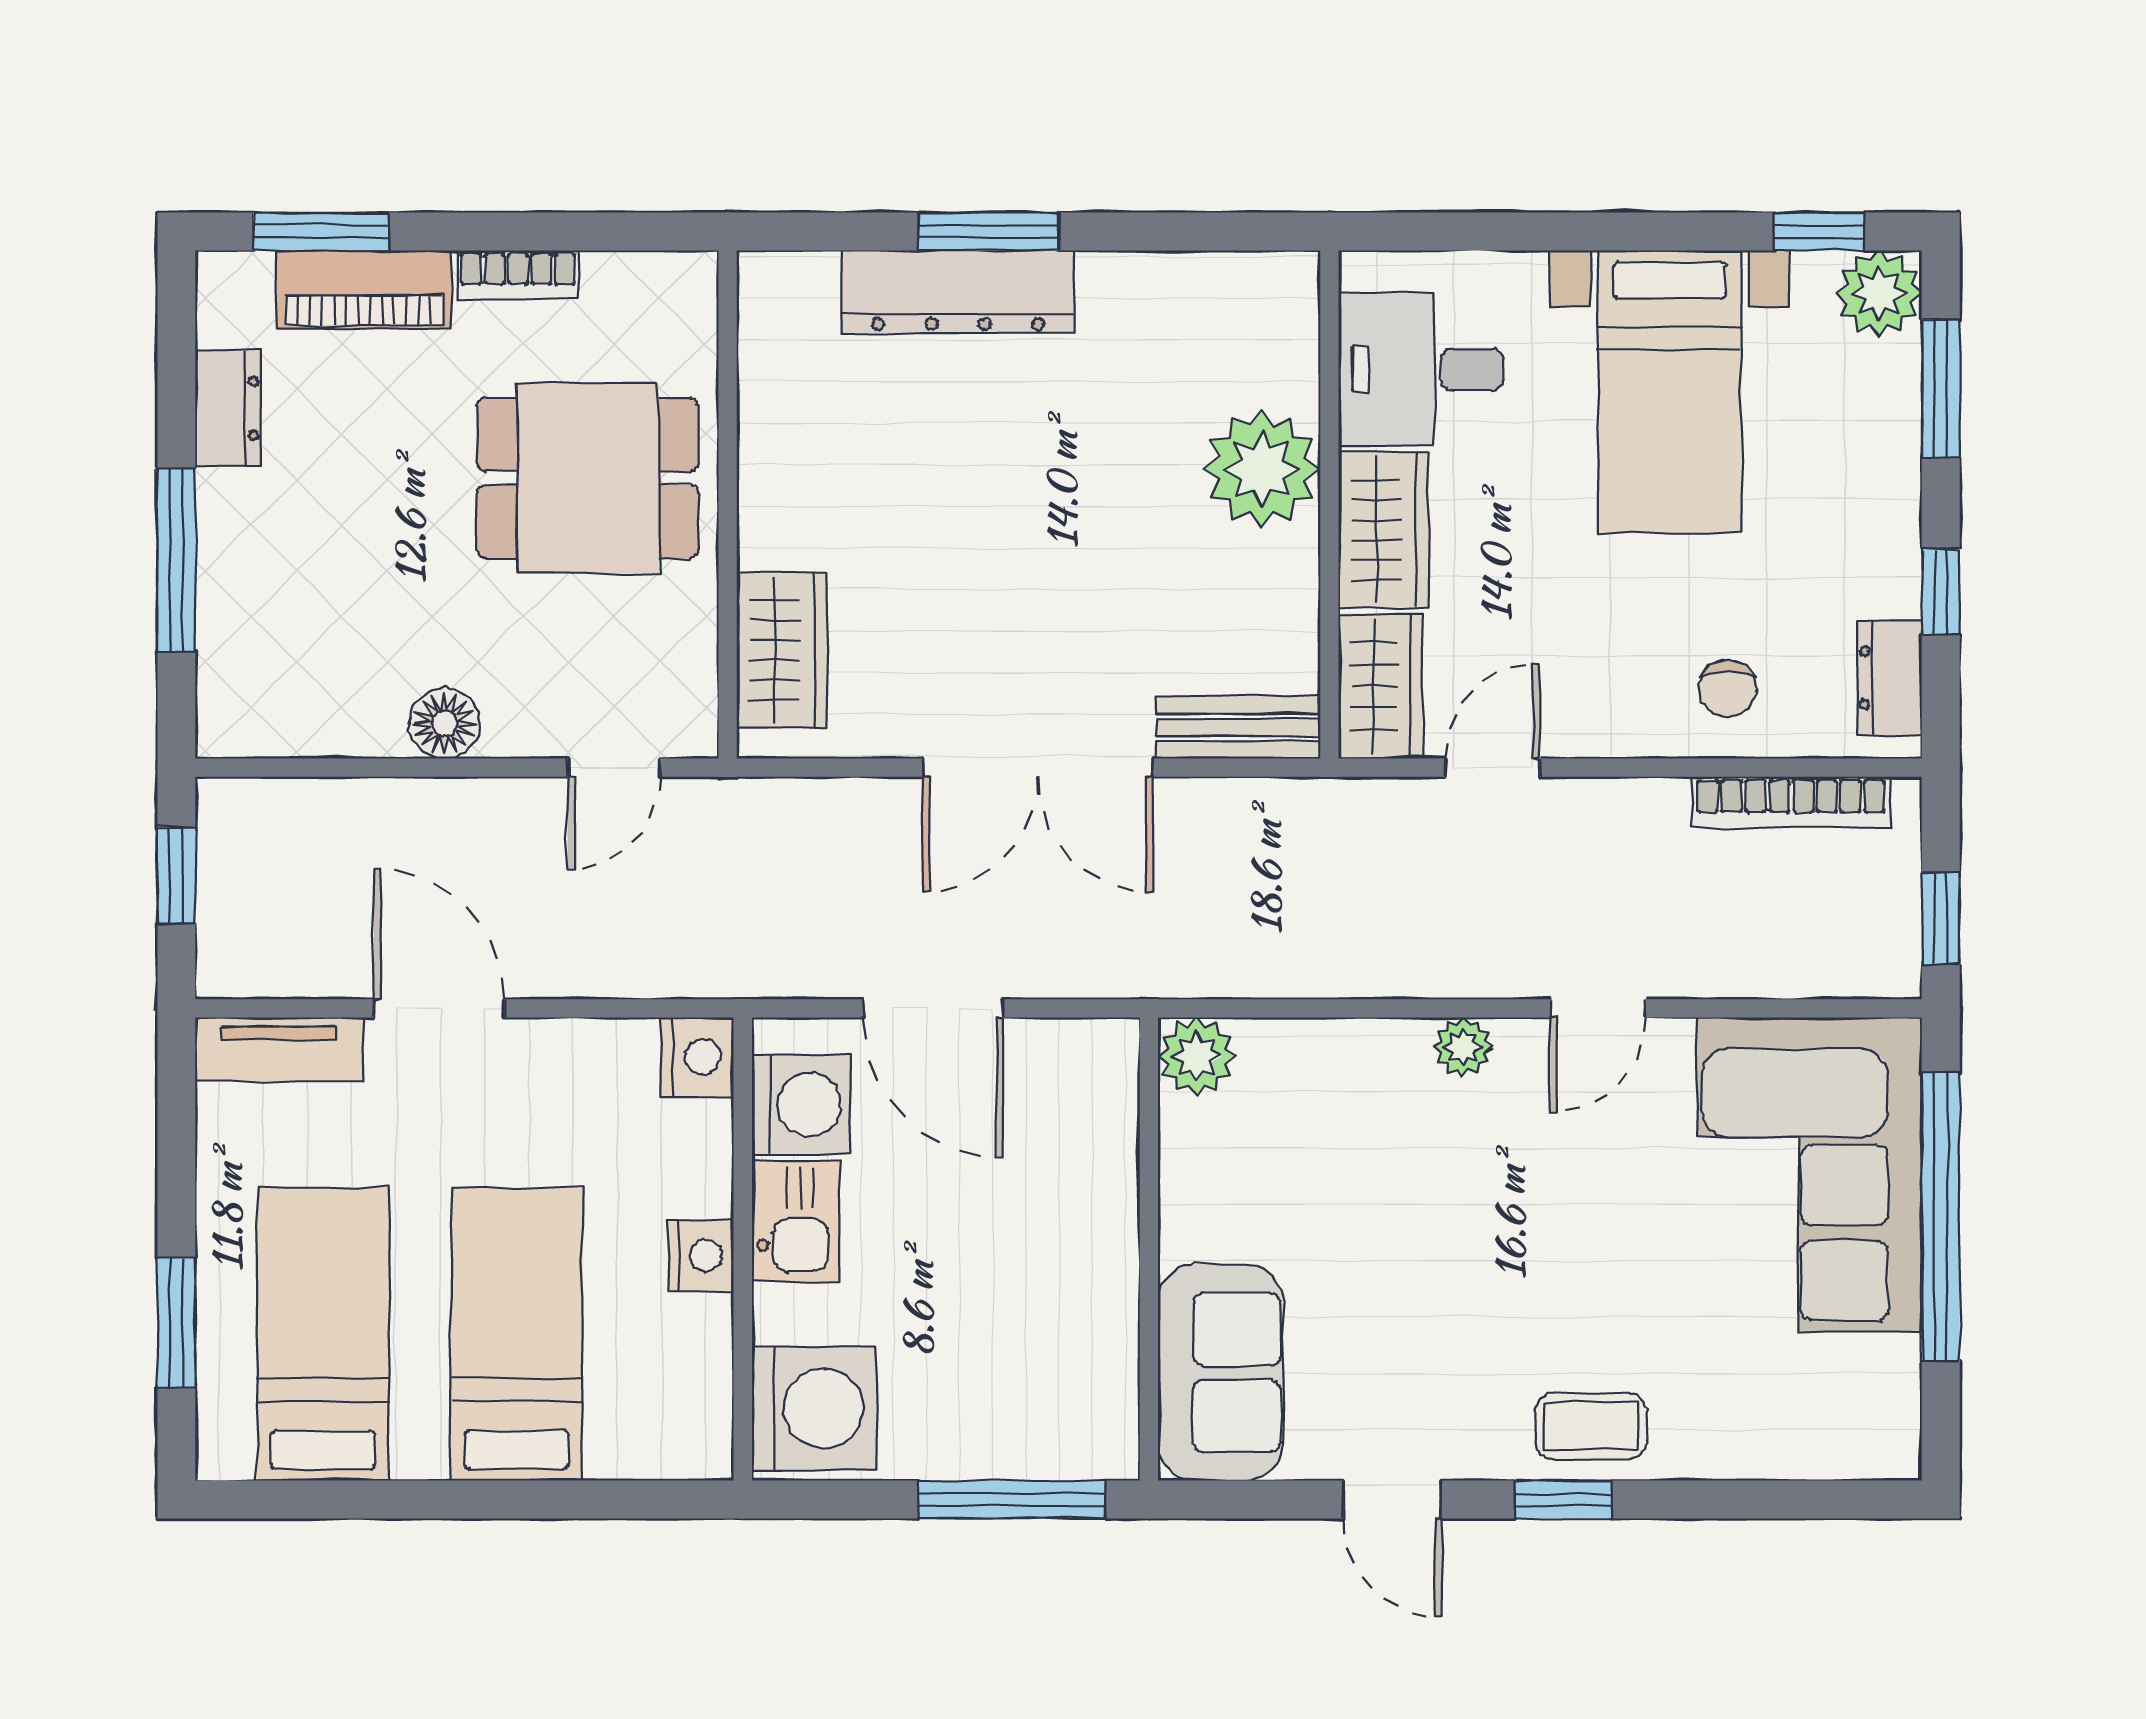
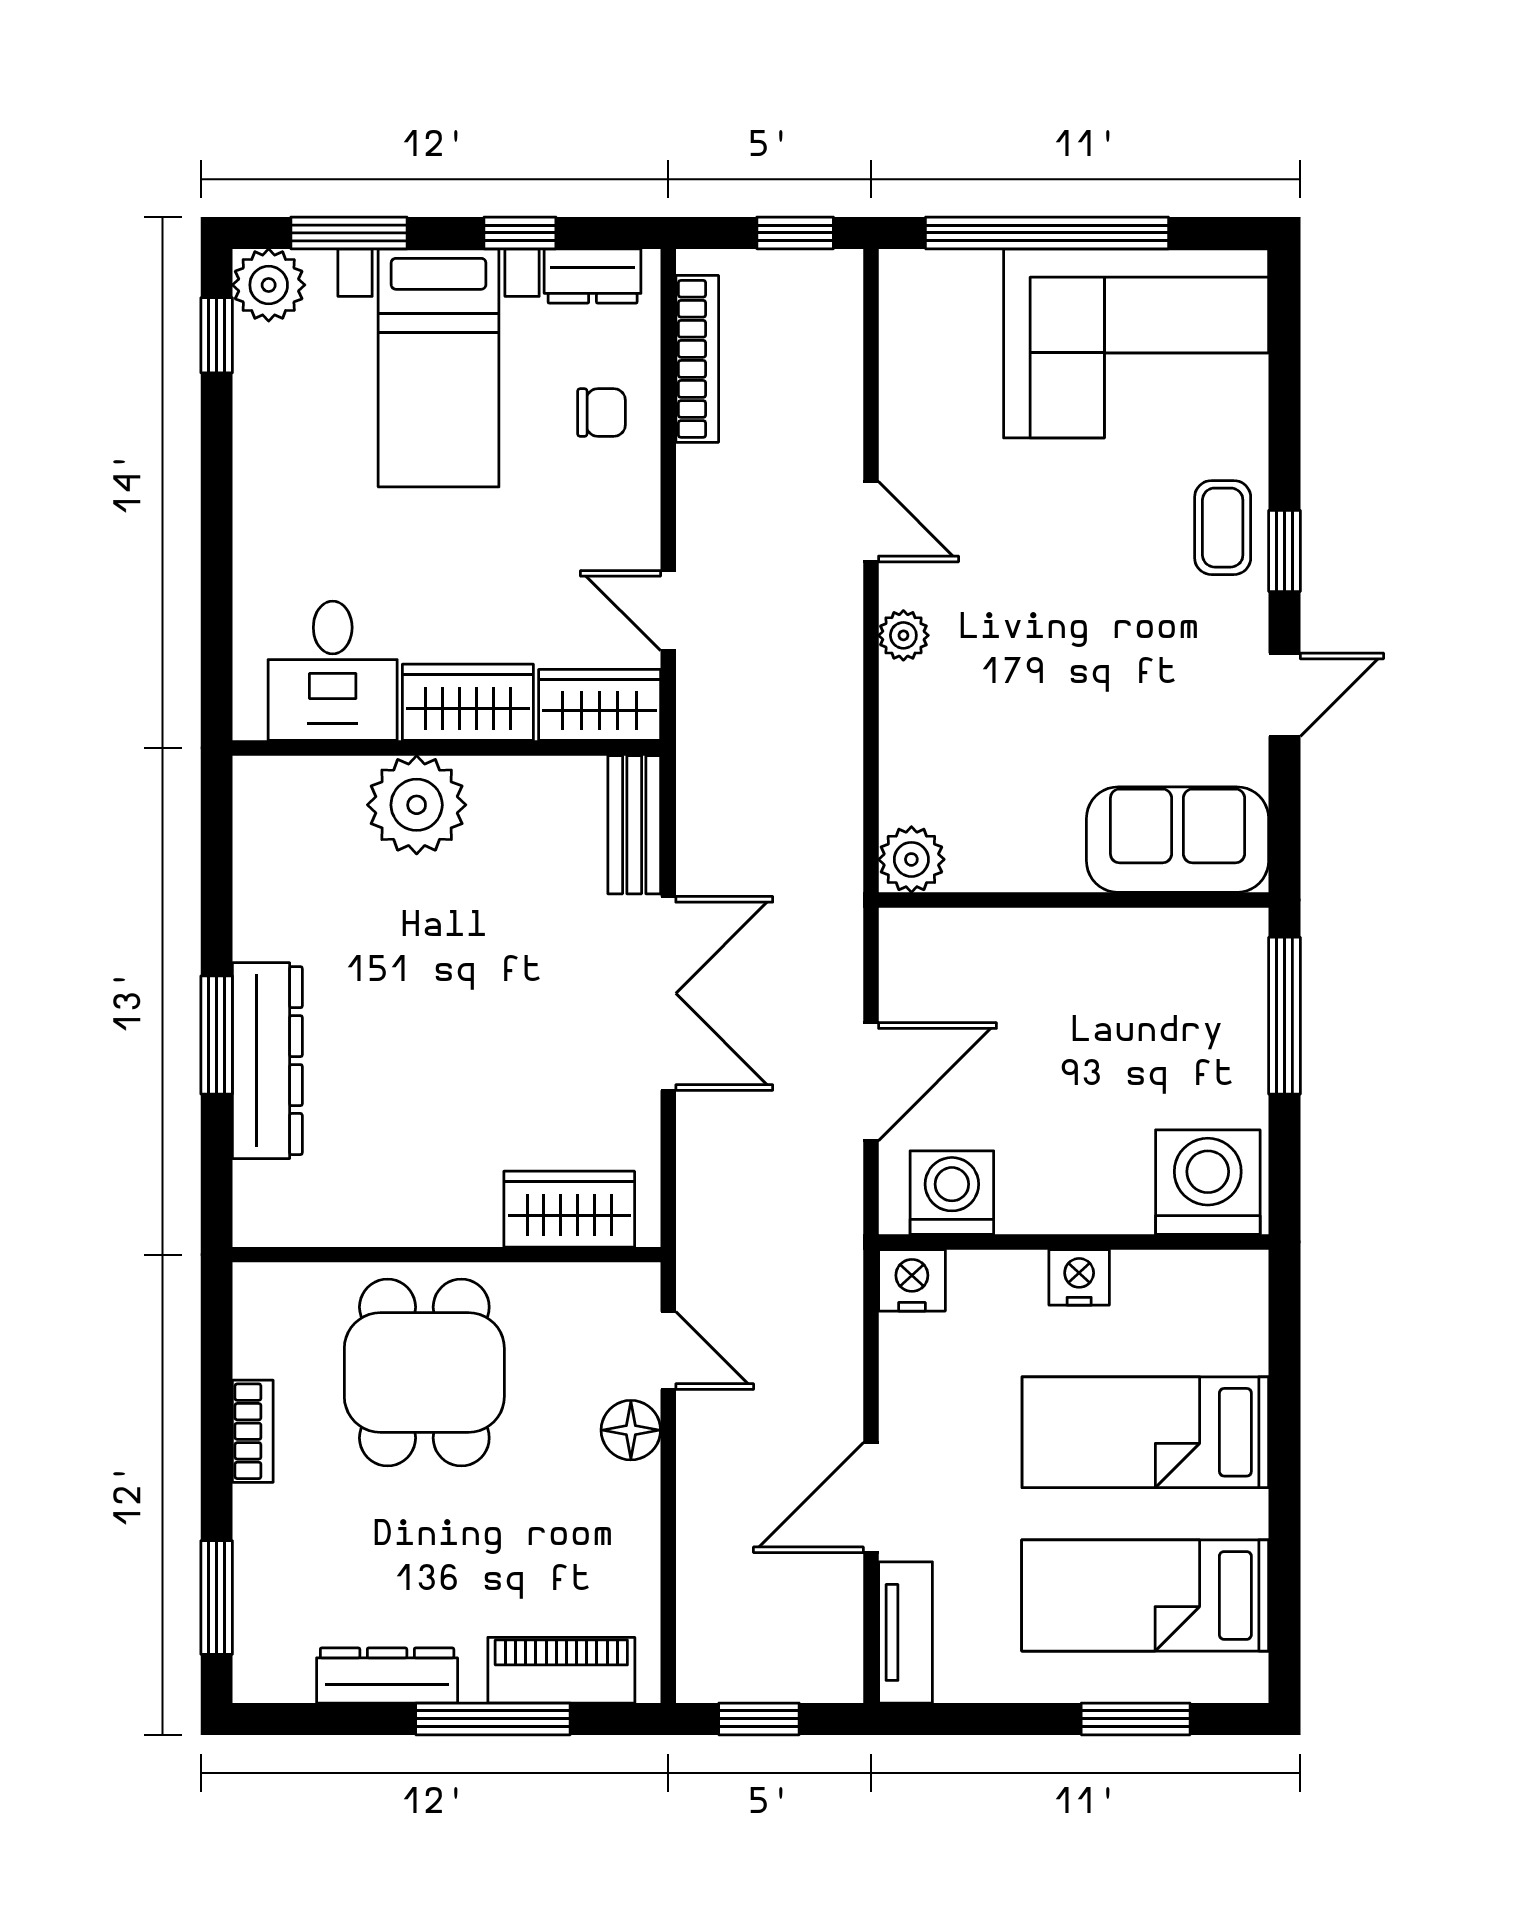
piano: (364, 289) -> (561, 1670), moved, turned -90
bed with nightstands: (1670, 392) -> (439, 368), moved, turned 90
dresser: (228, 408) -> (387, 1676), width x1.44
floor lamp: (444, 723) -> (631, 1430), moved
corner sofa: (1810, 1175) -> (1136, 343), moved
kitchen sink: (796, 1221) -> (1050, 1197), removed

